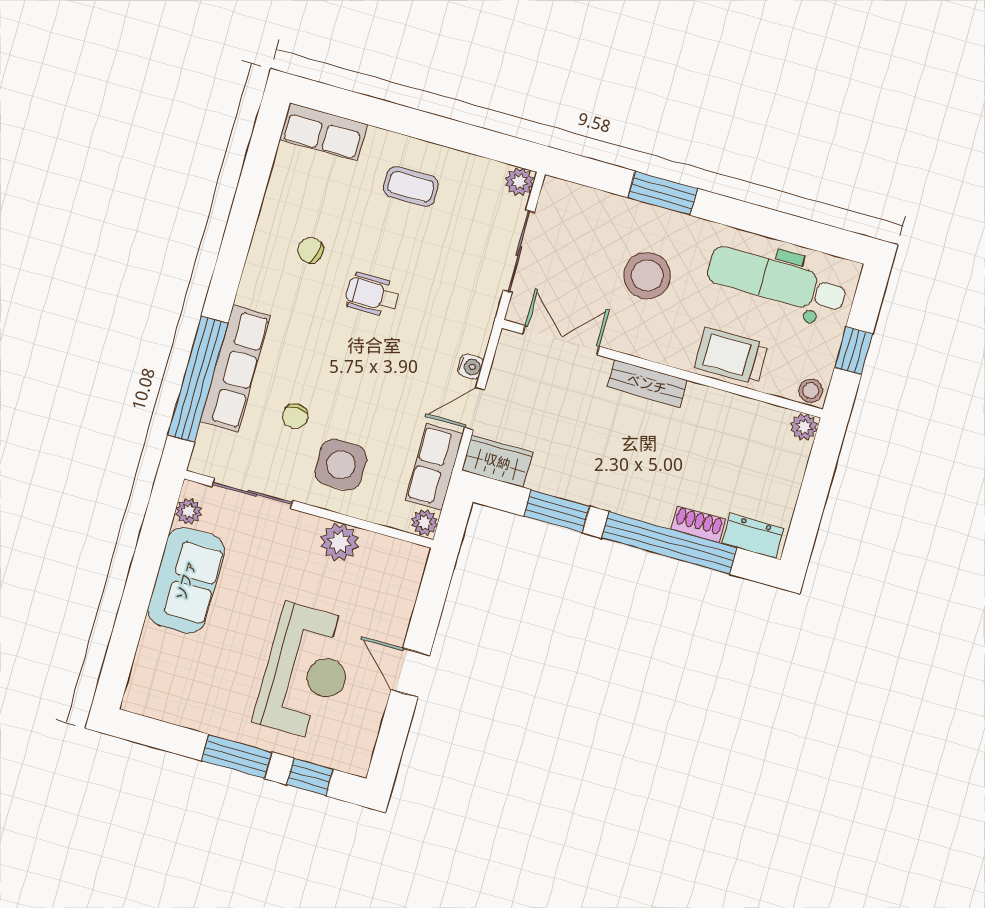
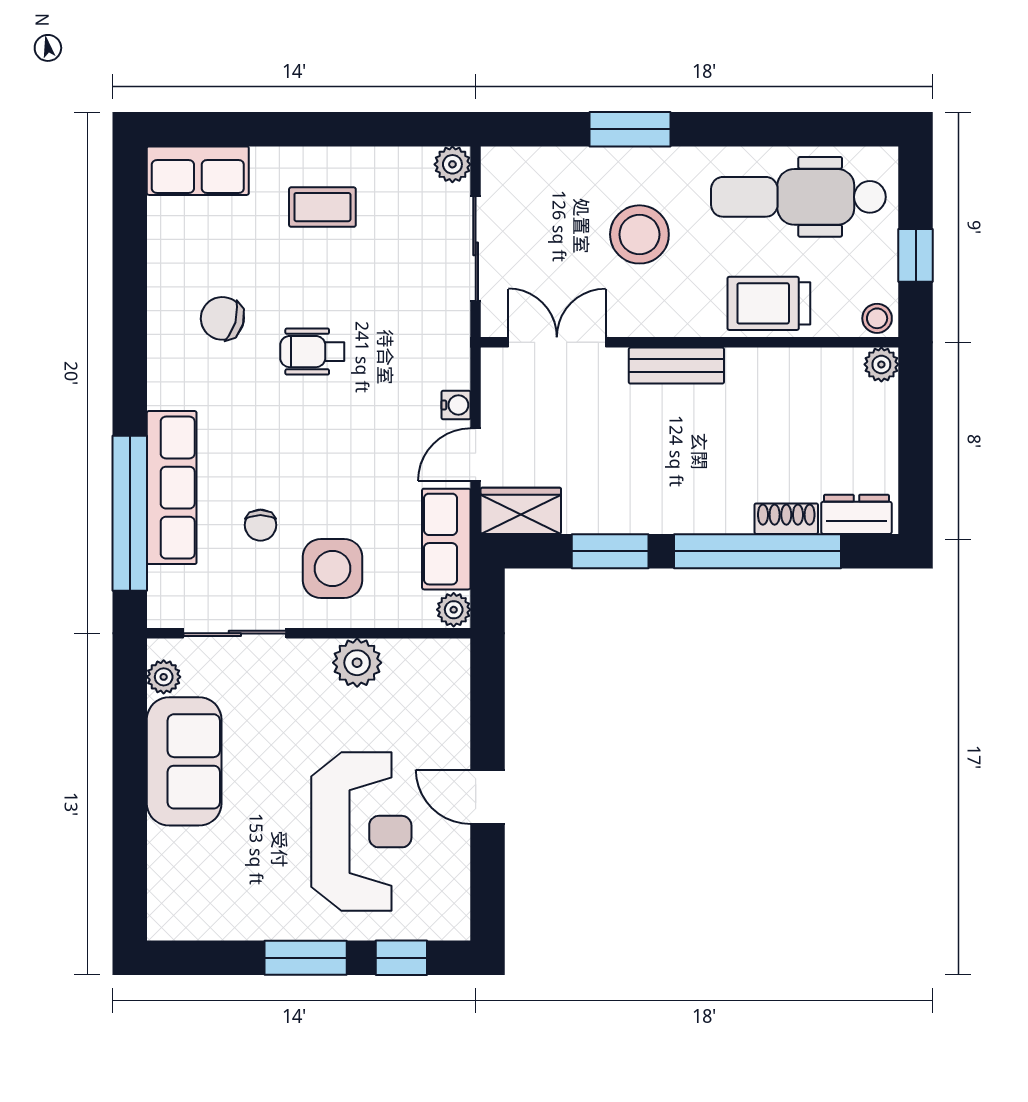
chair: (310, 250) -> (222, 318), width x1.37, depth x1.37

